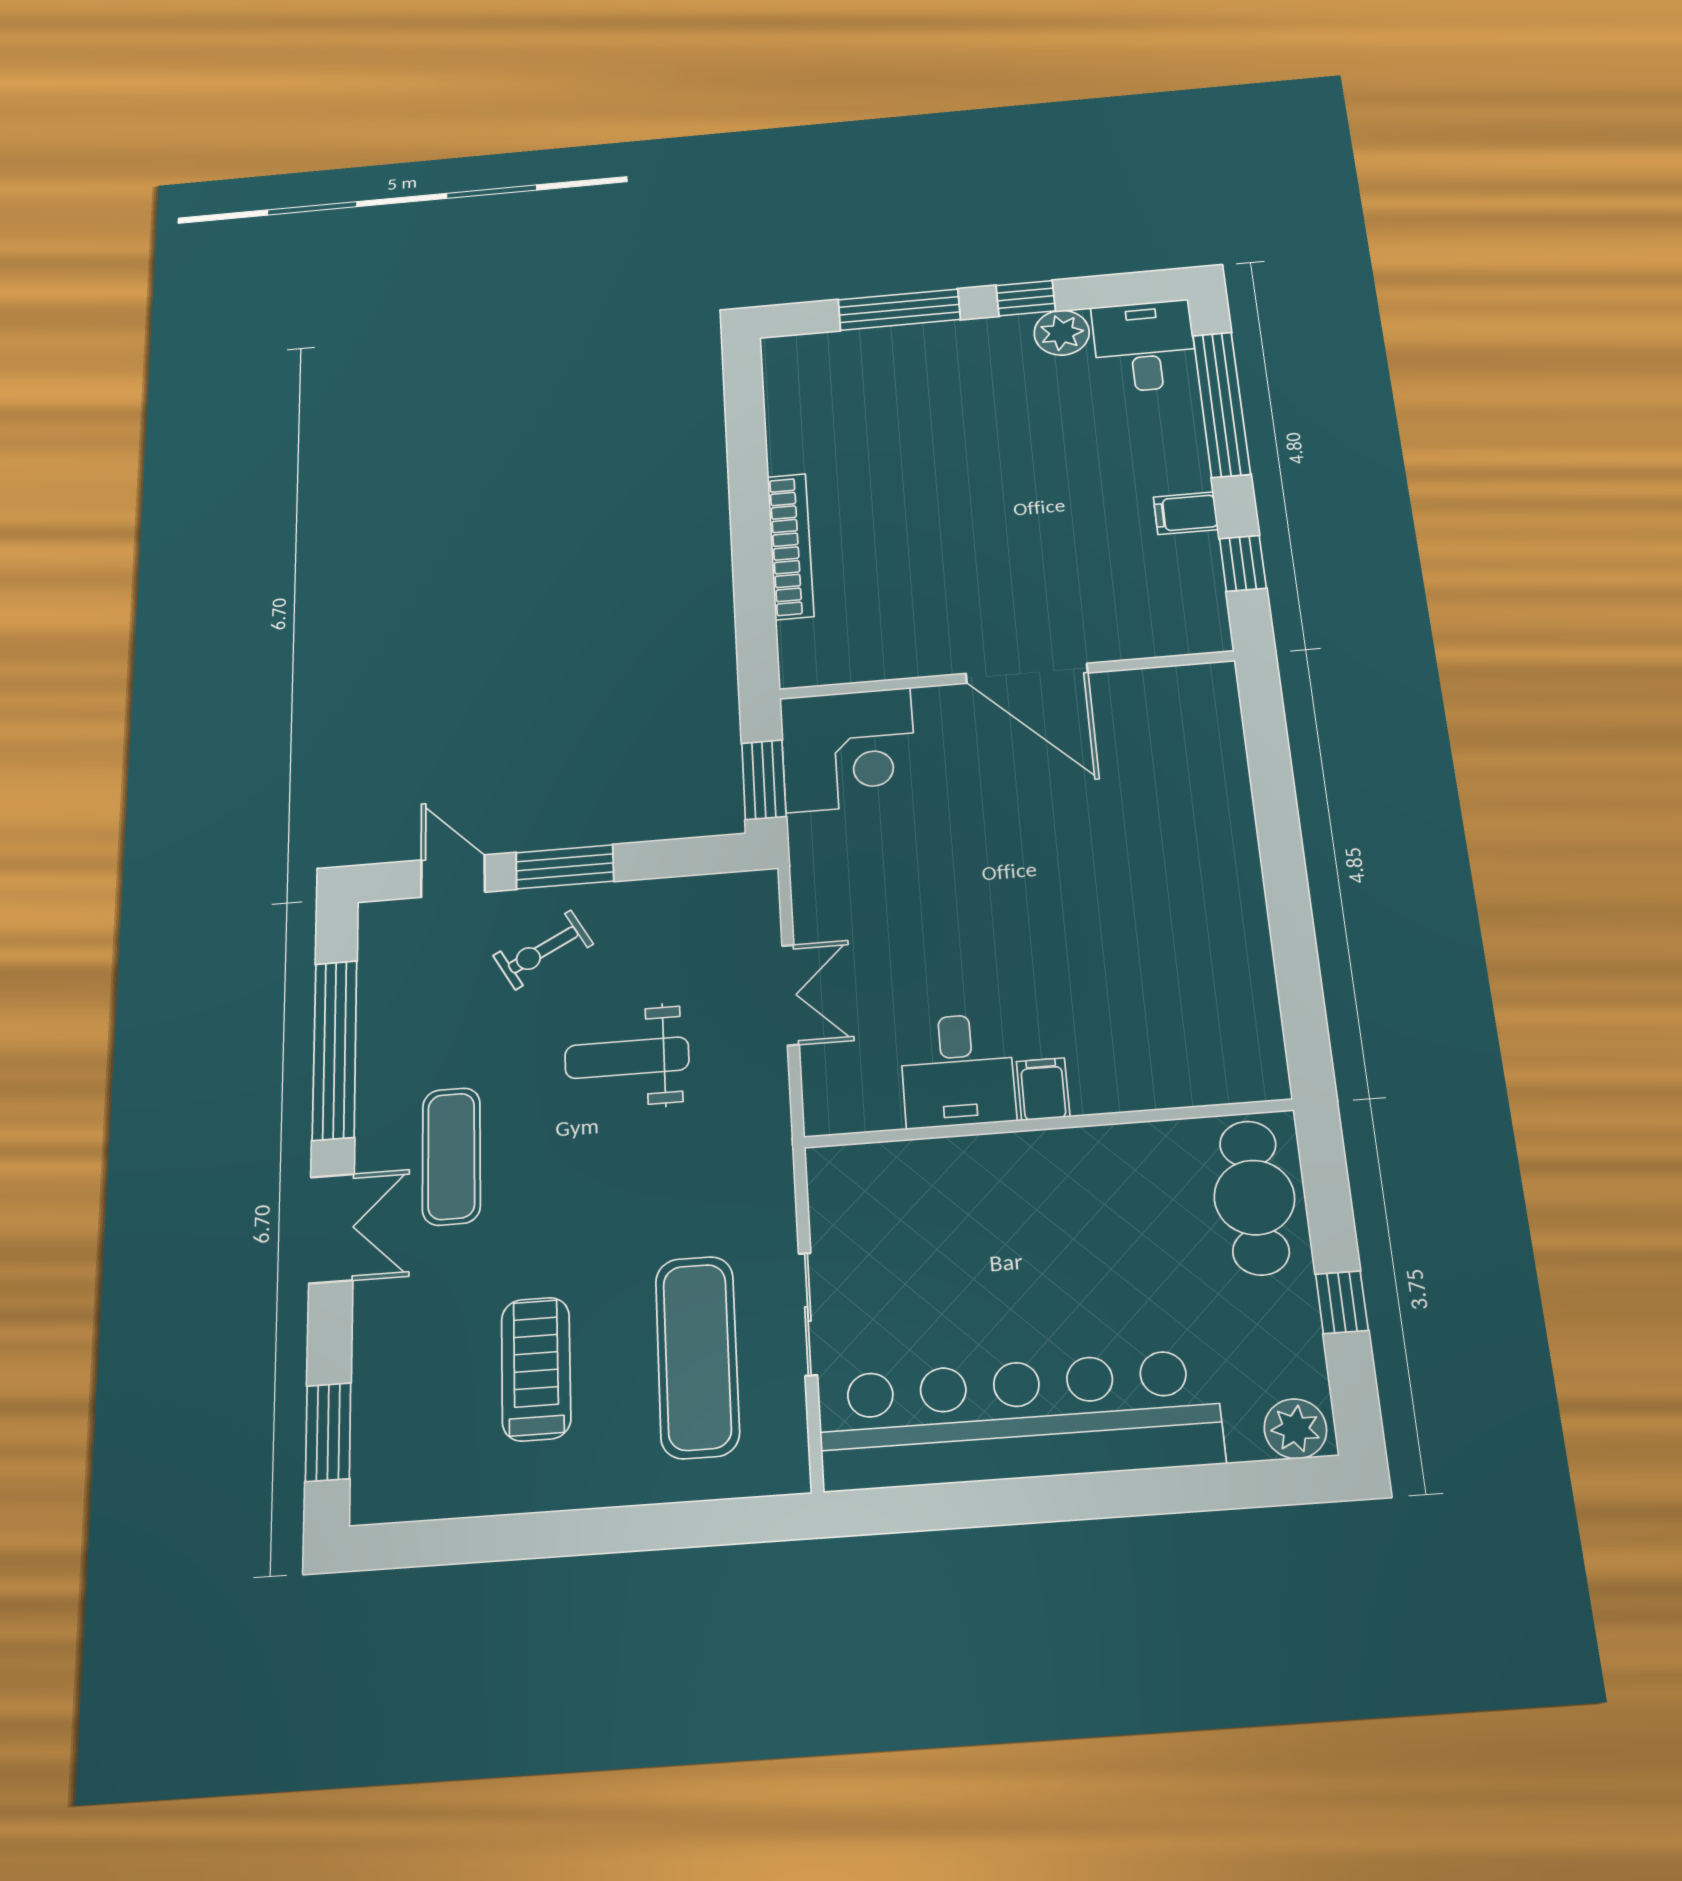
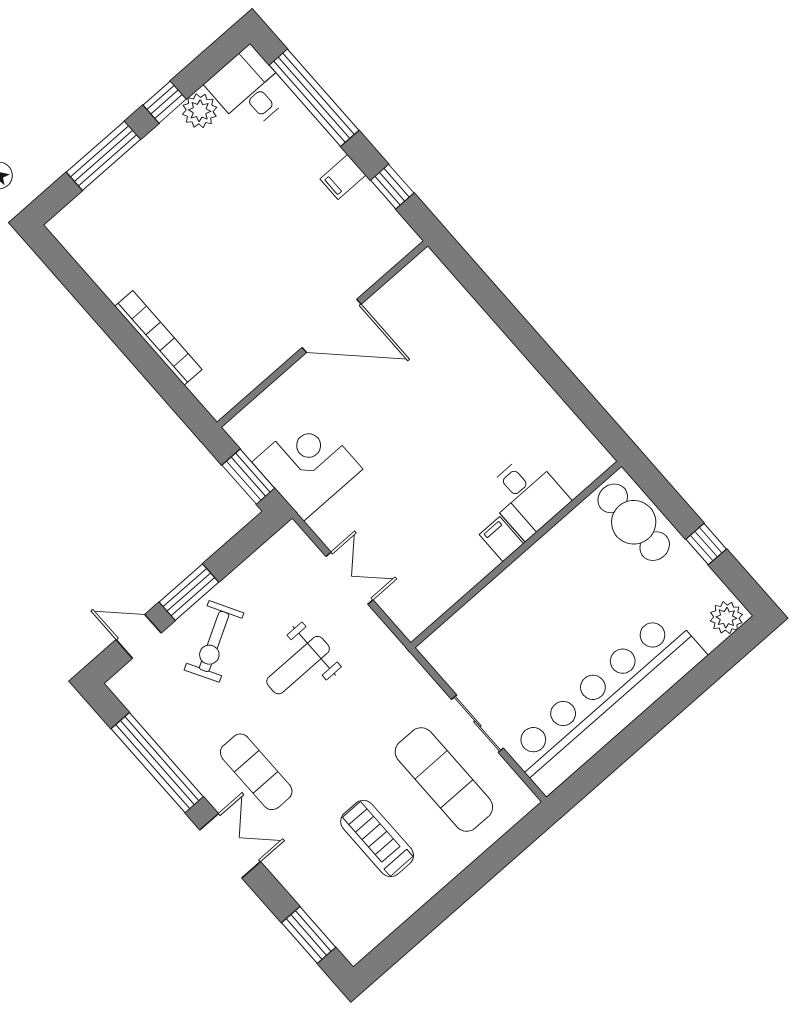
corner desk: (848, 750) -> (307, 466), moved, turned -90
exercise bike: (543, 950) -> (214, 641), width x1.38, depth x1.39
desk: (957, 1070) -> (527, 496), moved

